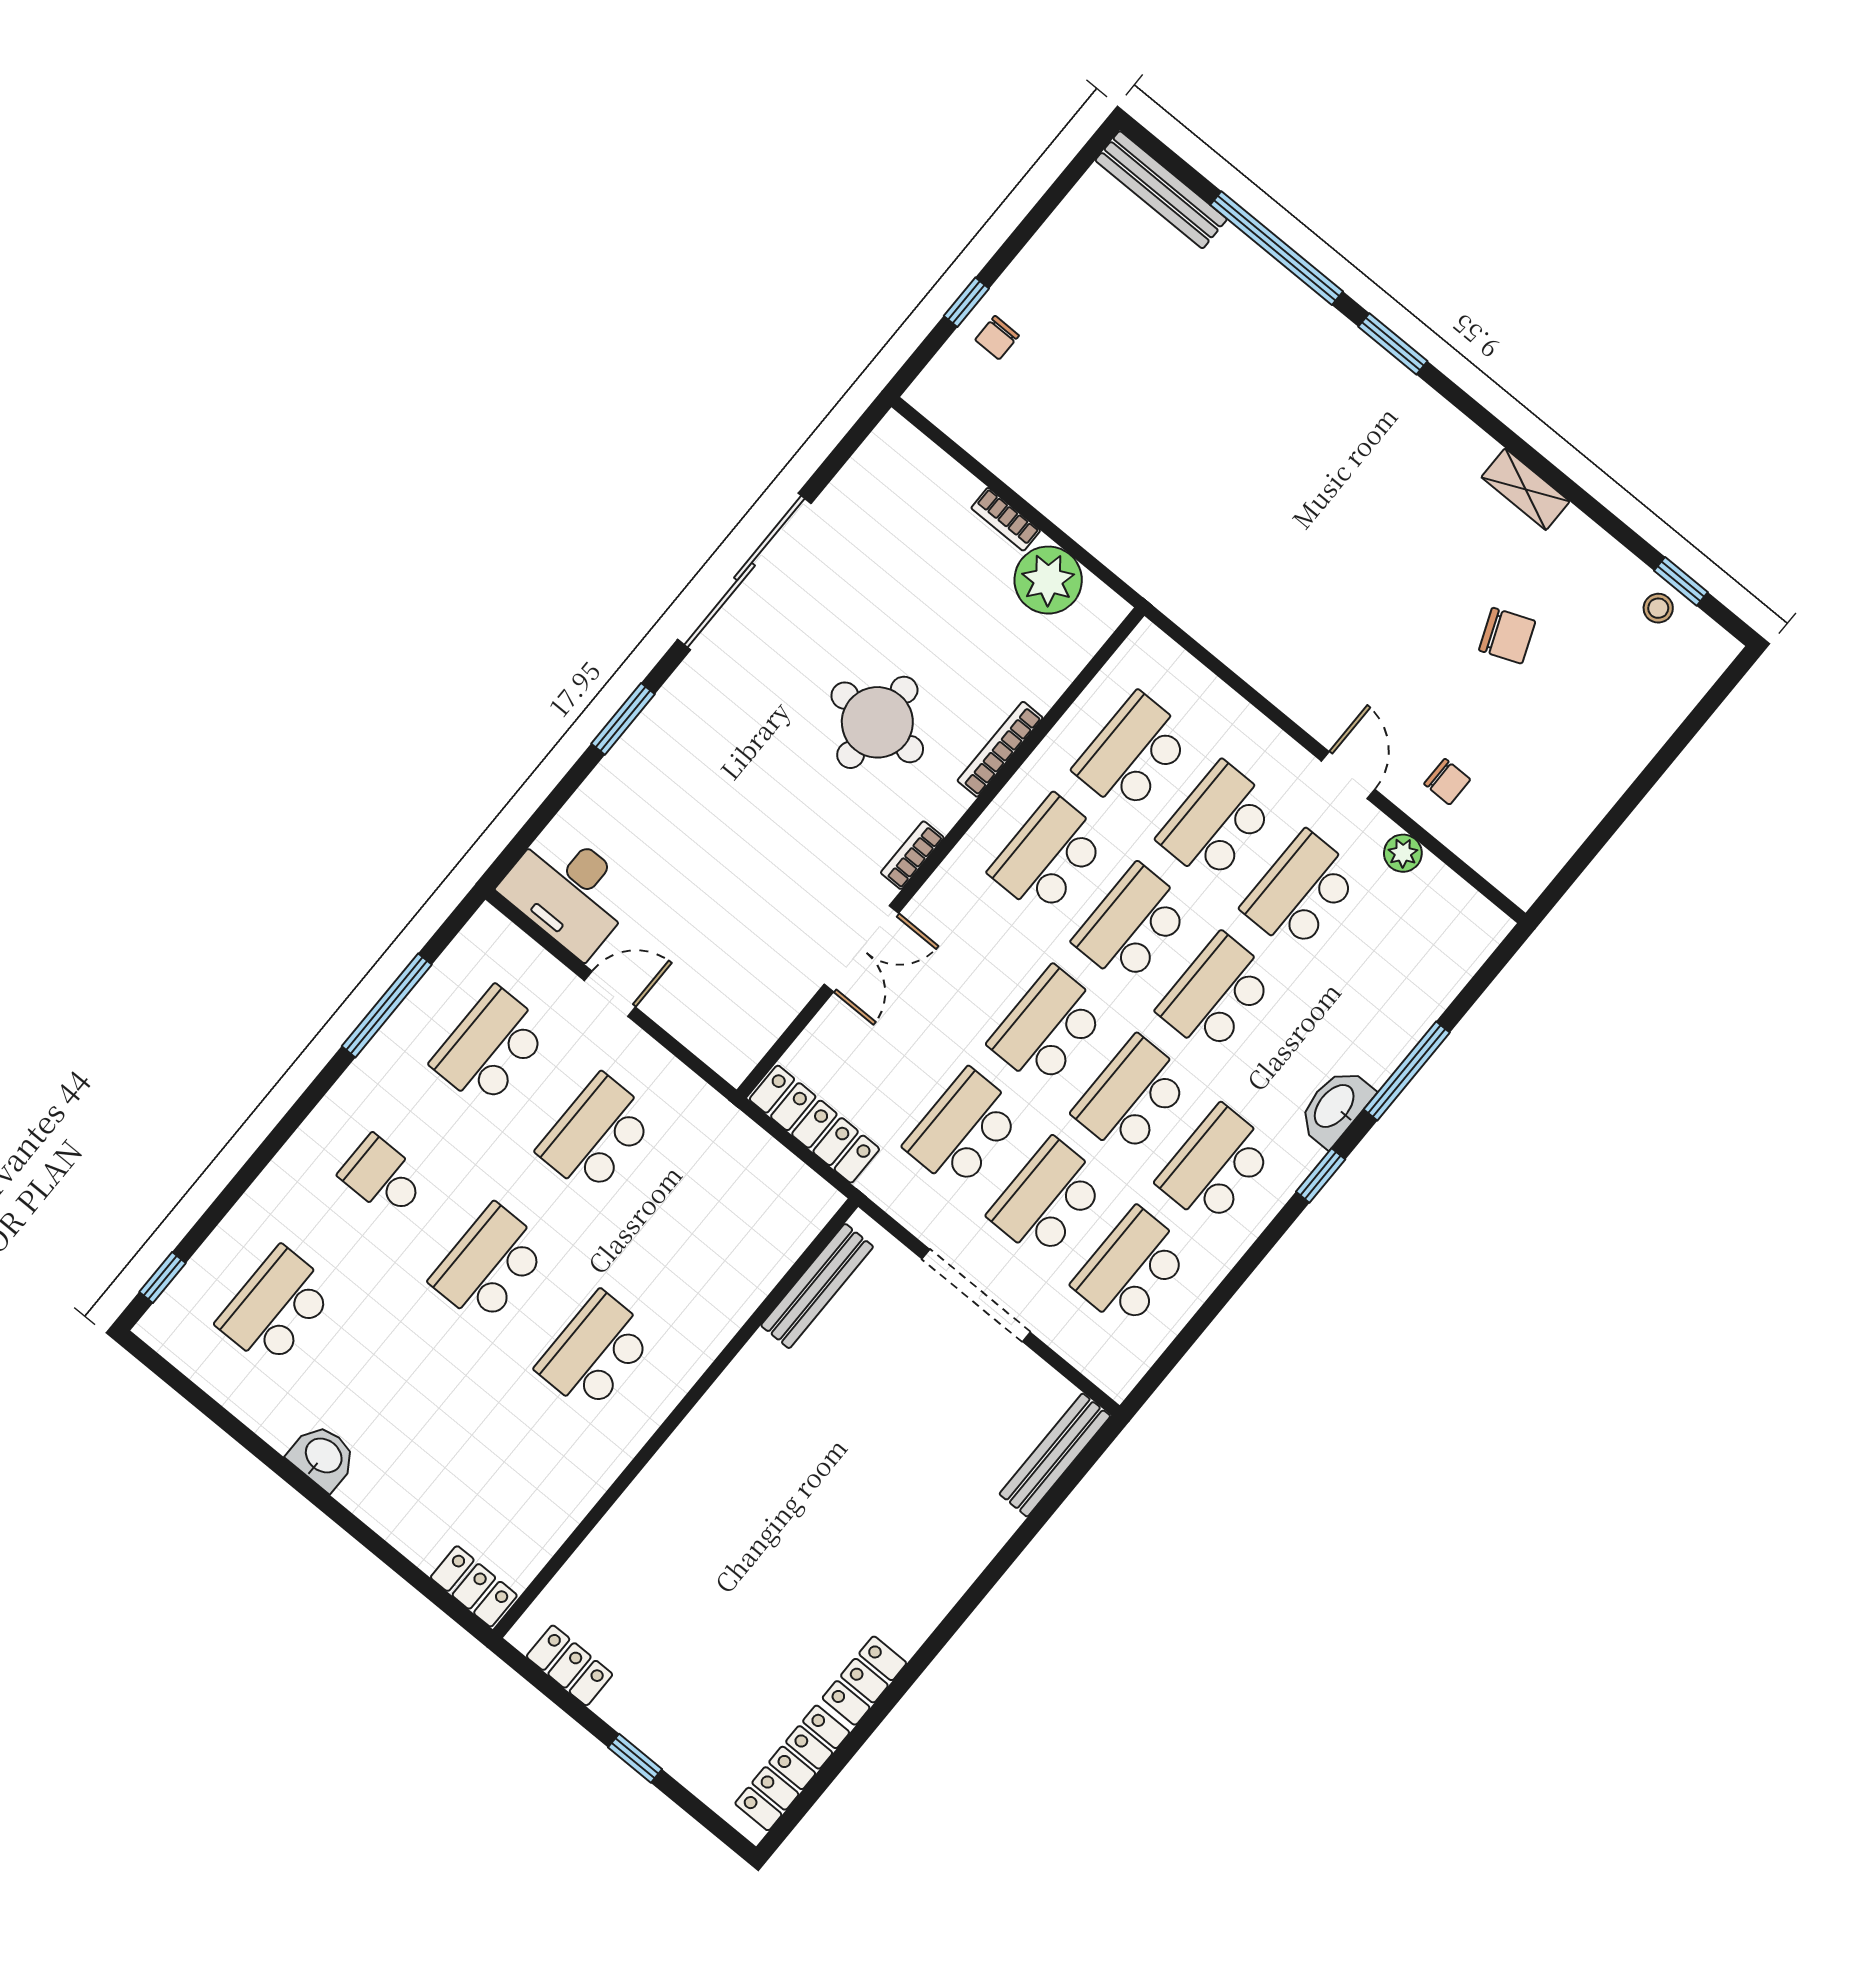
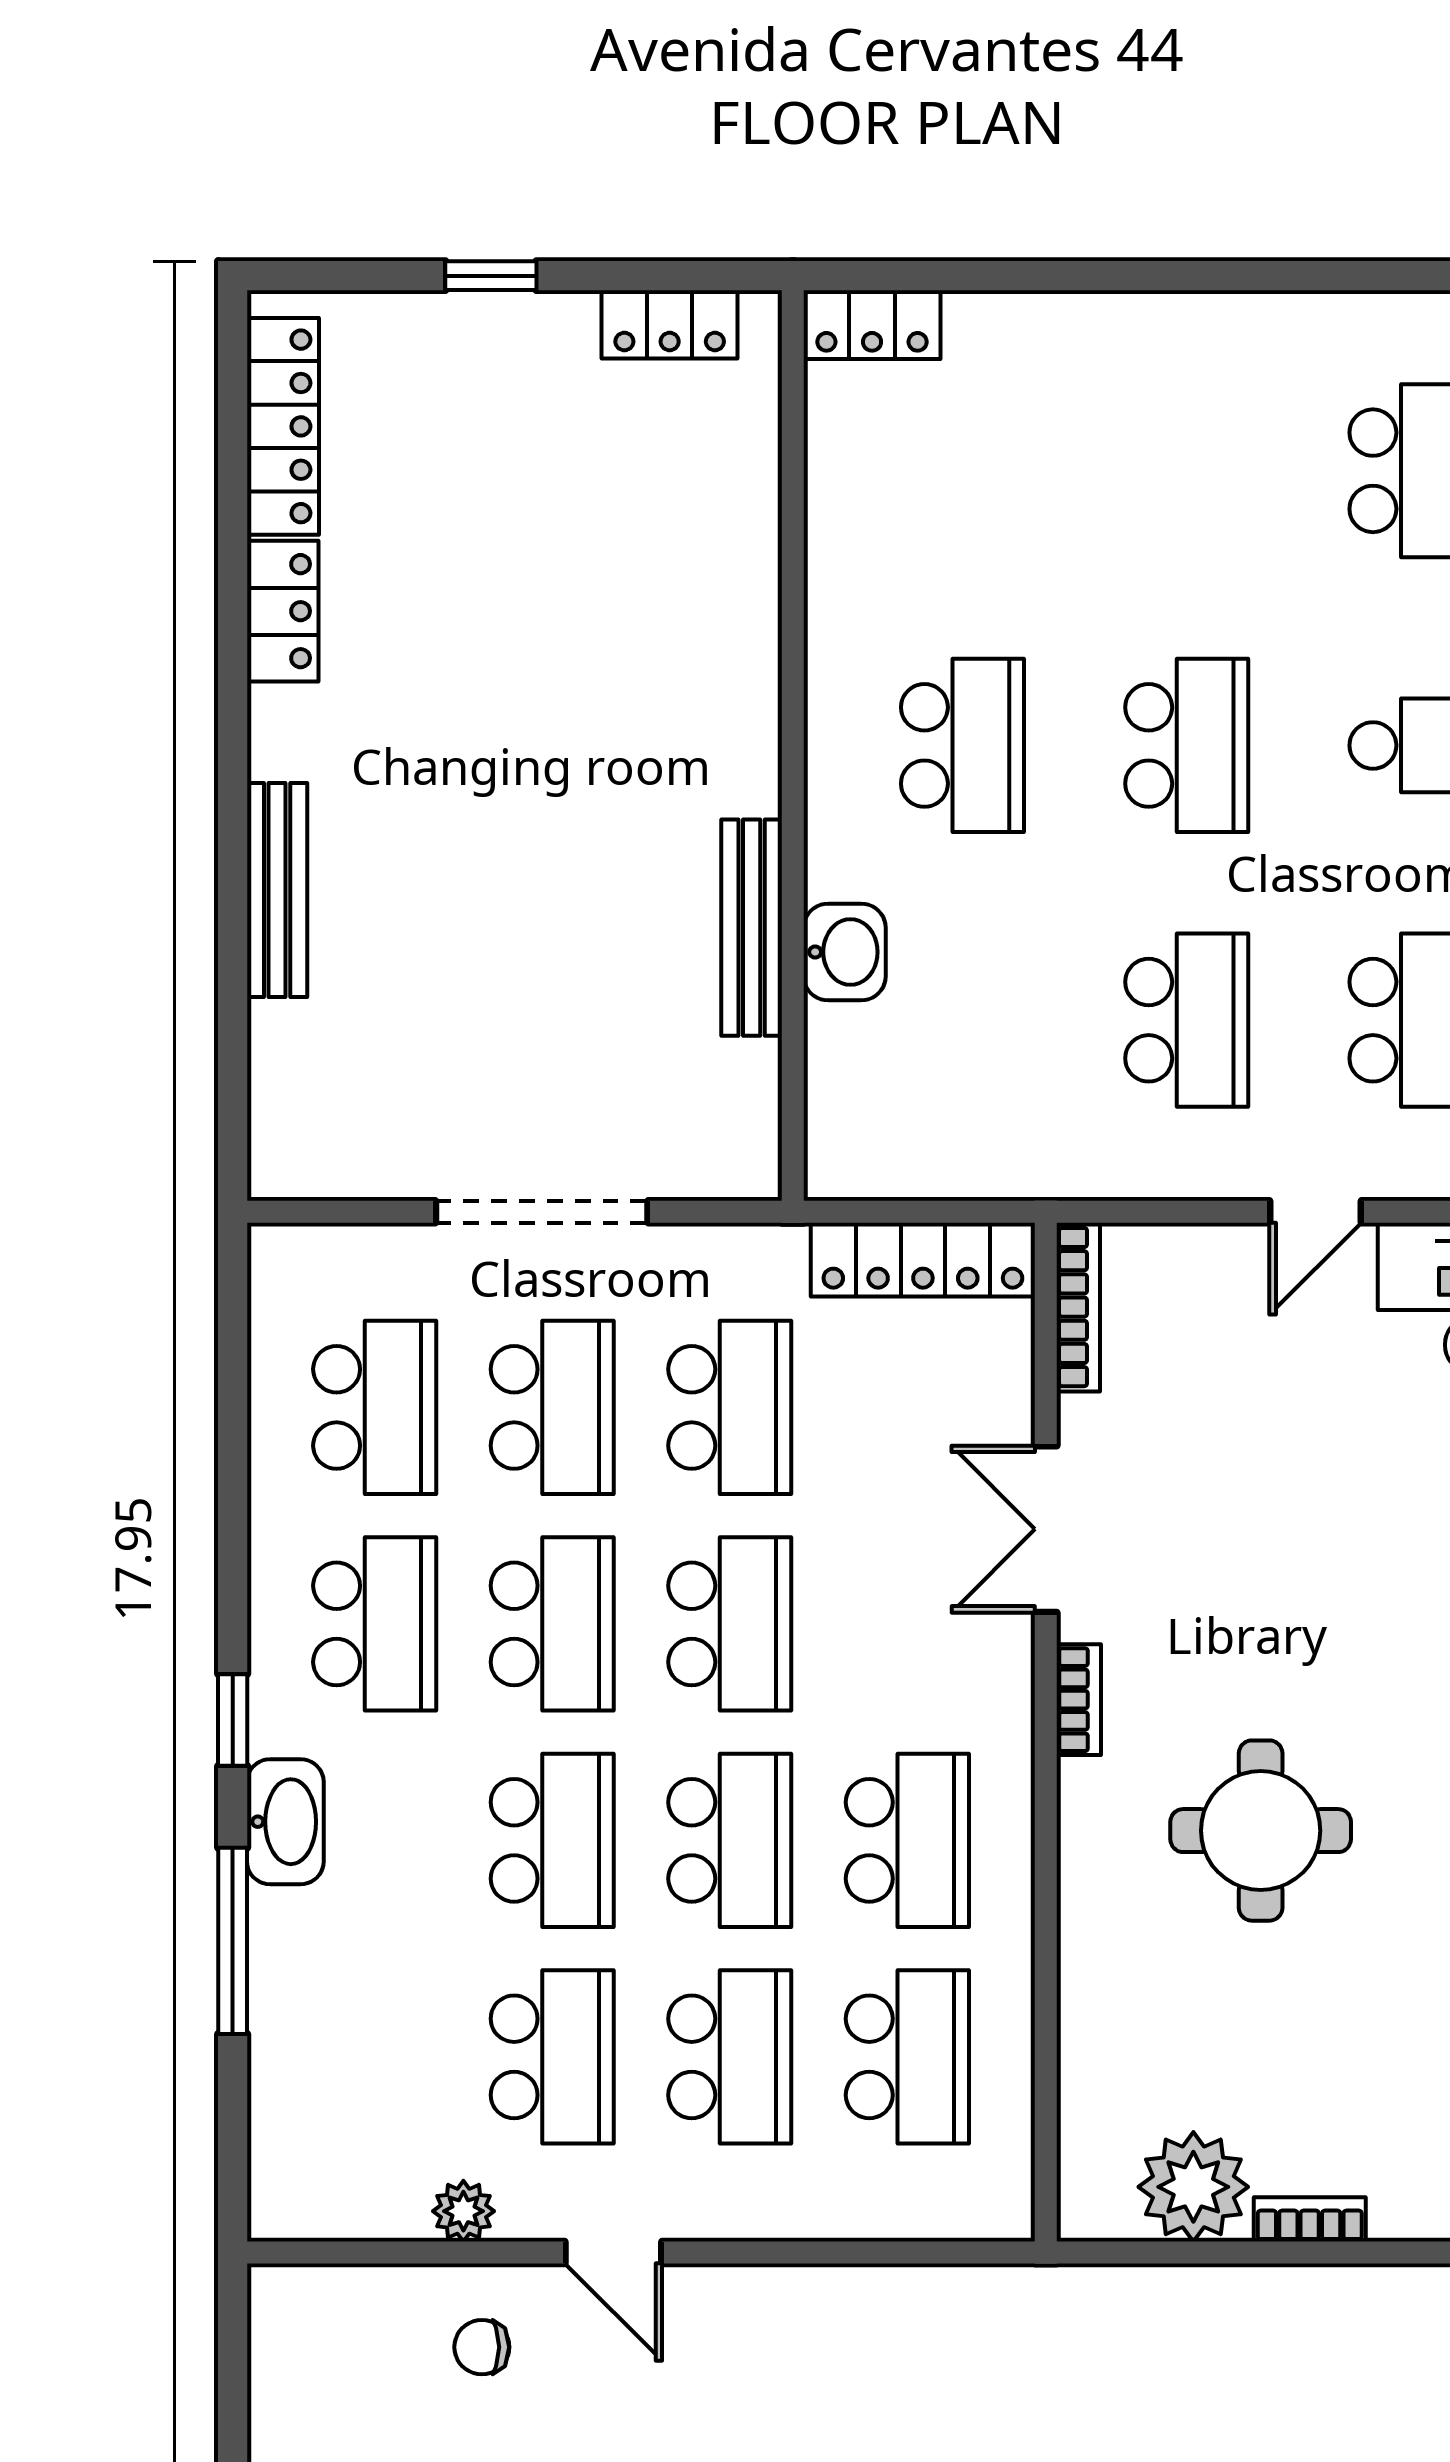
bookcase: (1000, 749) -> (1078, 1307), moved
bench: (817, 1286) -> (752, 928), moved
bench: (1055, 1455) -> (277, 890), moved
washbasin: (323, 1457) -> (845, 952), moved, turned -90

